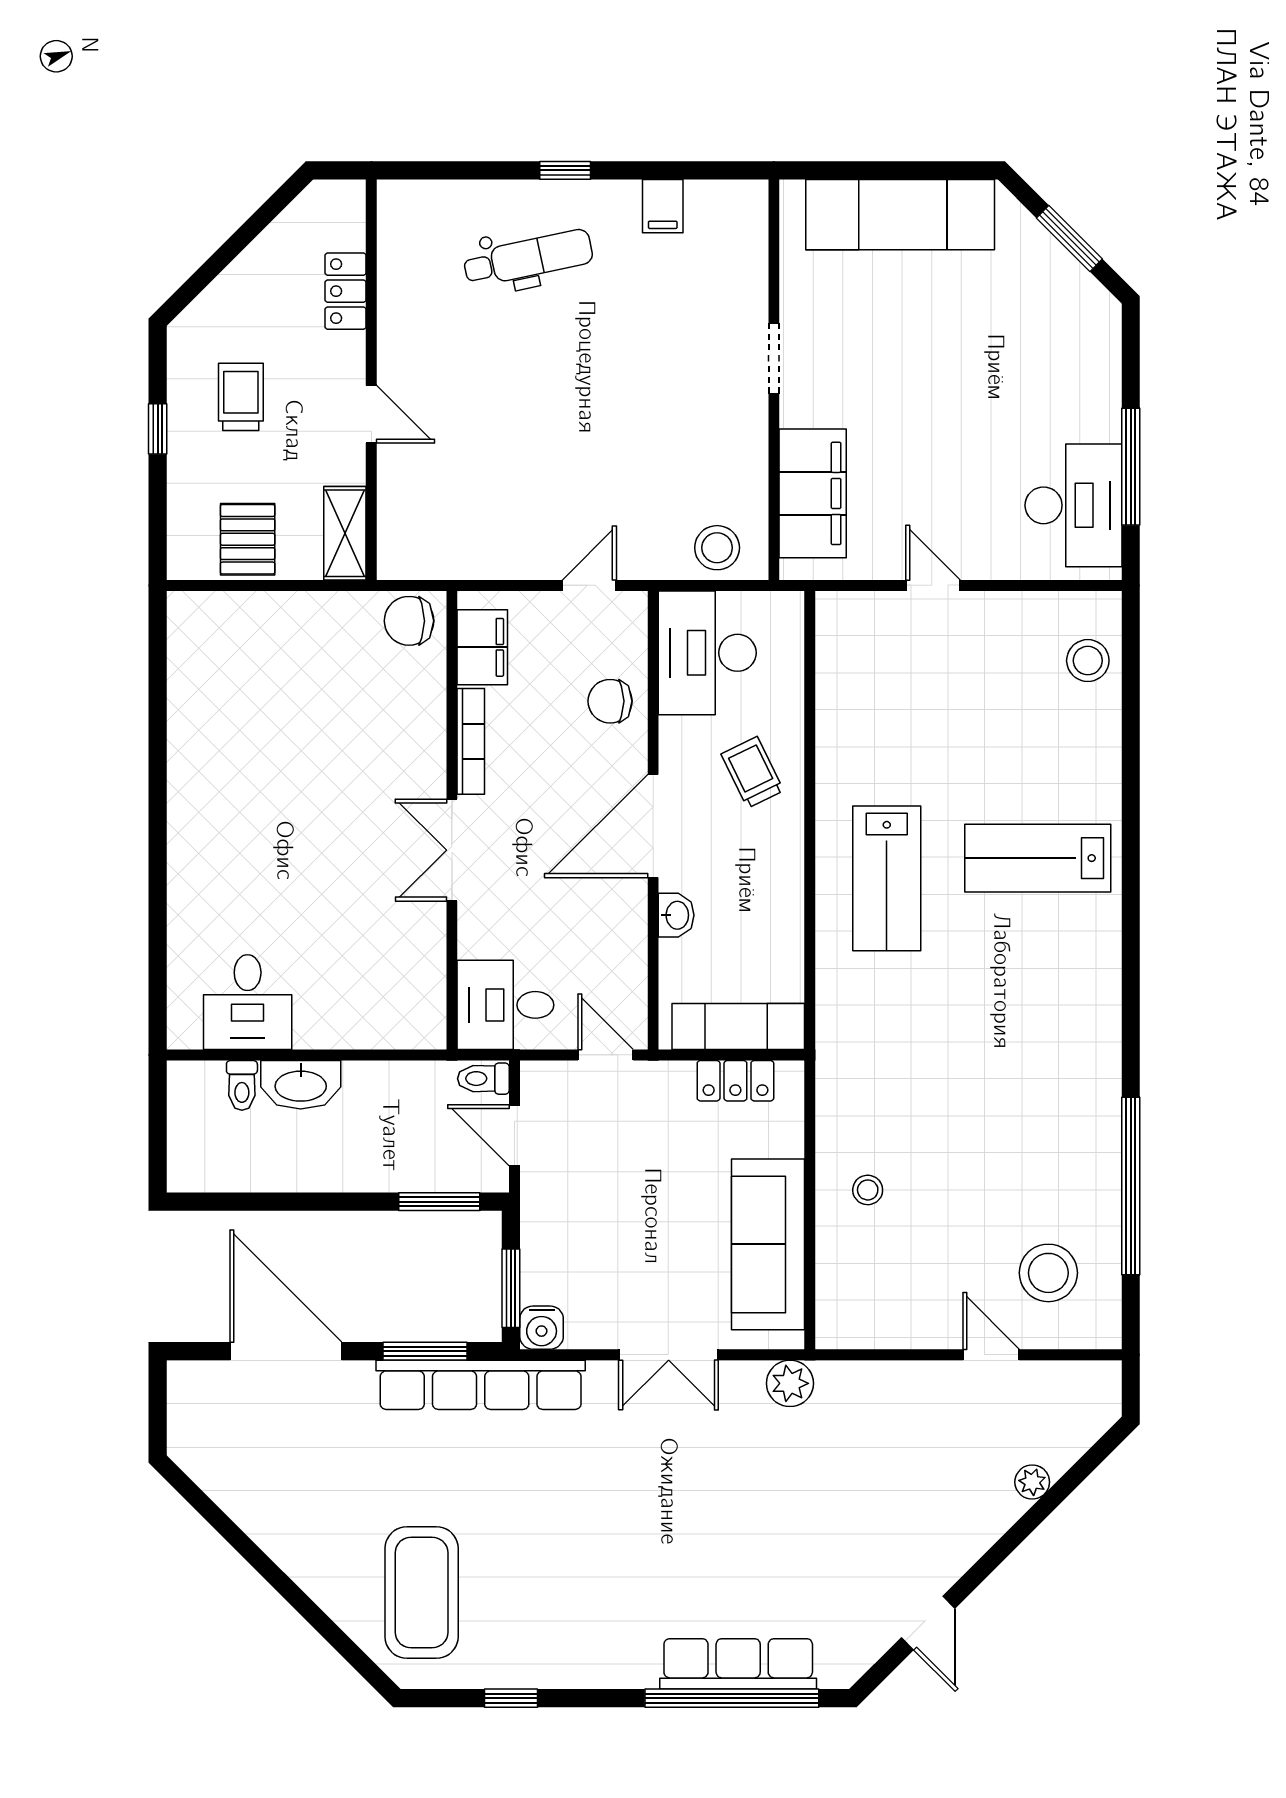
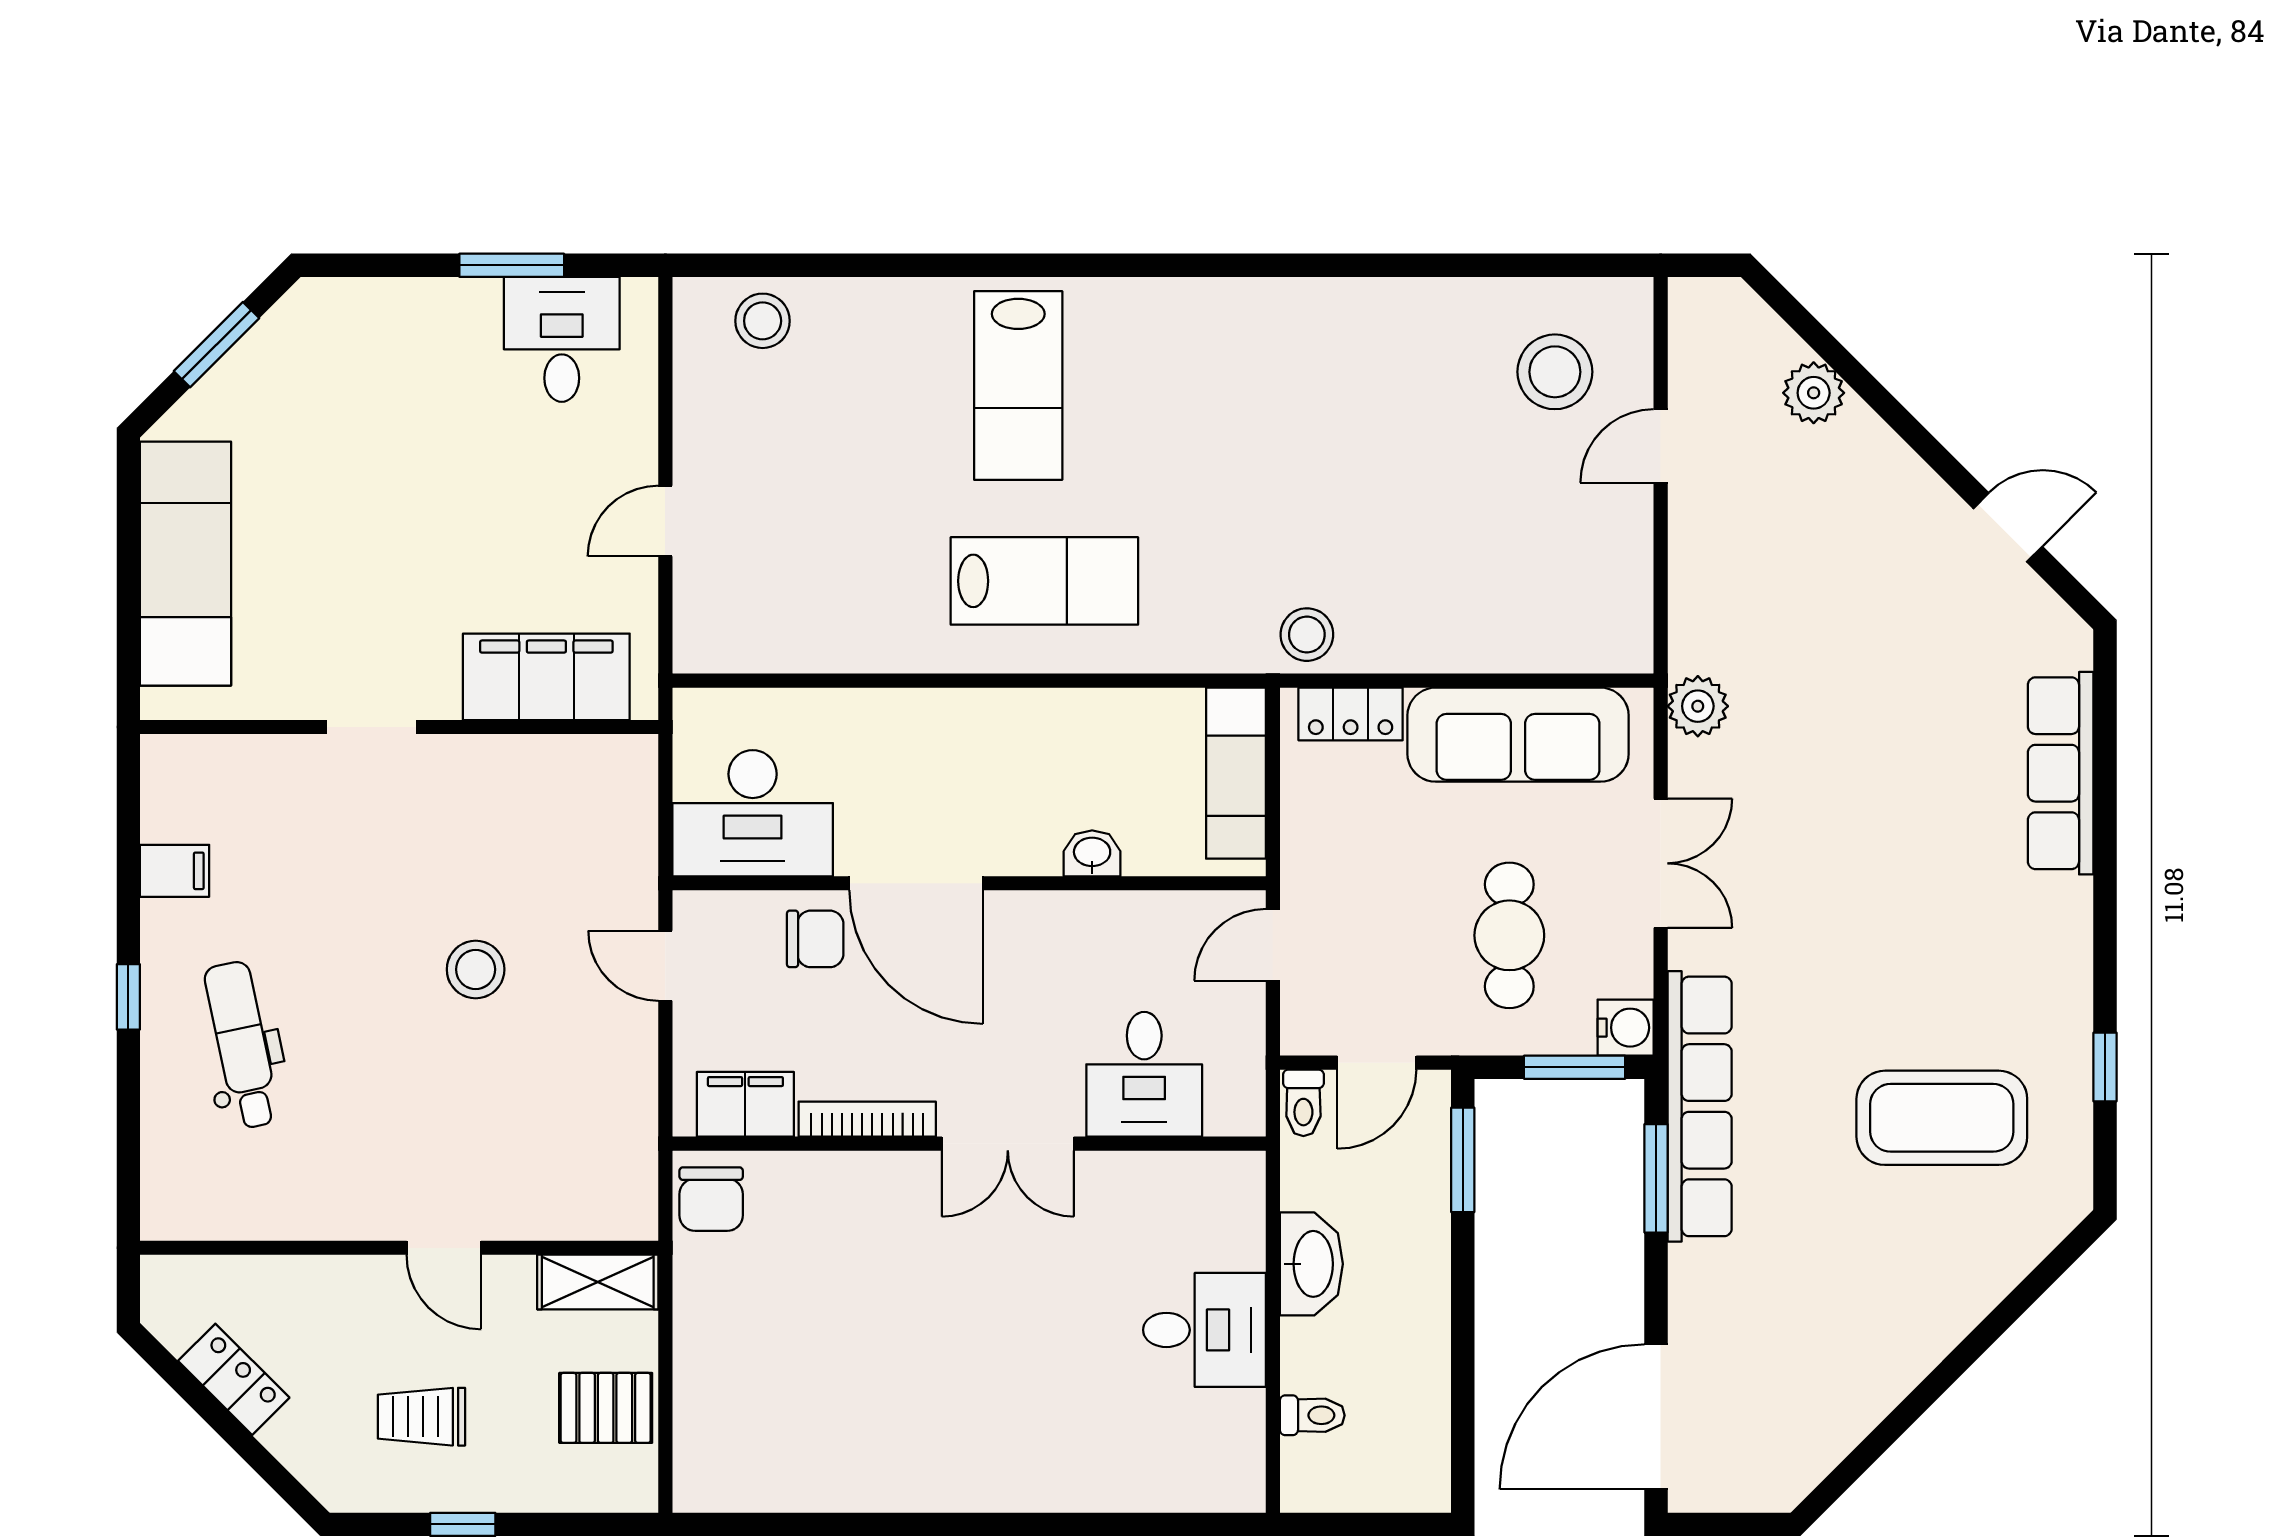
locker: (346, 291) -> (234, 1379), moved, turned -135
door: (371, 414) -> (444, 1248), swing flipped
window: (1131, 467) -> (512, 265), width x0.69
desk: (1074, 505) -> (562, 339), width x0.73
stool: (717, 548) -> (476, 969), moved
chair: (610, 701) -> (815, 939), turned -90
trolley: (752, 772) -> (907, 755), removed
door: (653, 826) -> (916, 883), moved
desk: (248, 1002) -> (1205, 1330), moved
desk: (505, 1005) -> (1144, 1074), moved
locker: (735, 1081) -> (1351, 714), moved, turned 90
washbasin: (301, 1085) -> (1311, 1264), moved
window: (1131, 1186) -> (1442, 265), removed
stool: (868, 1190) -> (1307, 635), moved, width x1.37, depth x1.37
cafe table: (613, 1238) -> (1509, 935), added
door: (286, 1351) -> (1656, 1417), moved
plant: (1032, 1482) -> (1814, 393), width x1.38, depth x1.38
coffee table: (422, 1593) -> (1942, 1118), moved
window: (732, 1698) -> (2105, 781), removed

